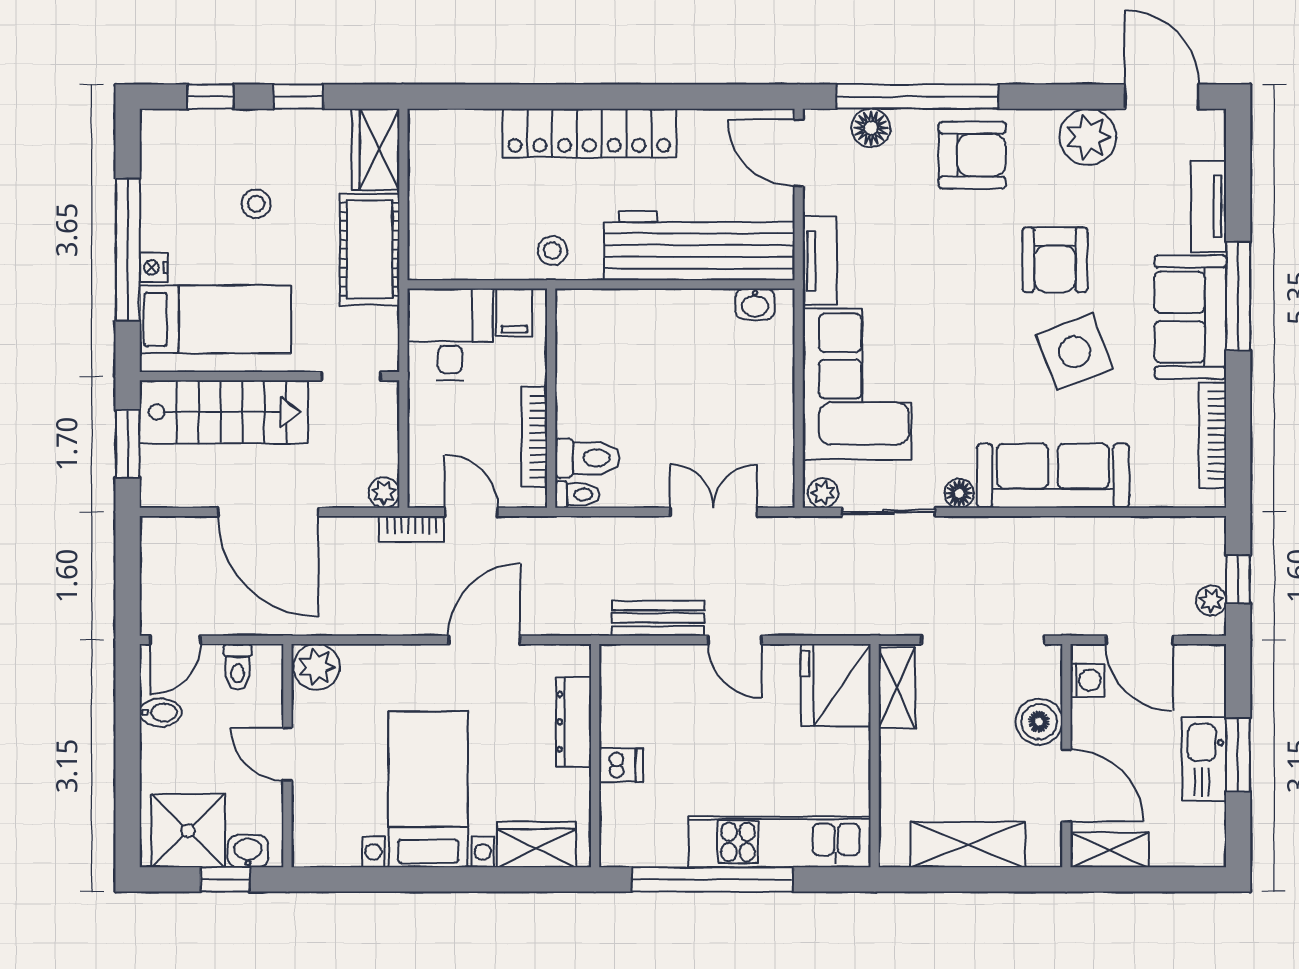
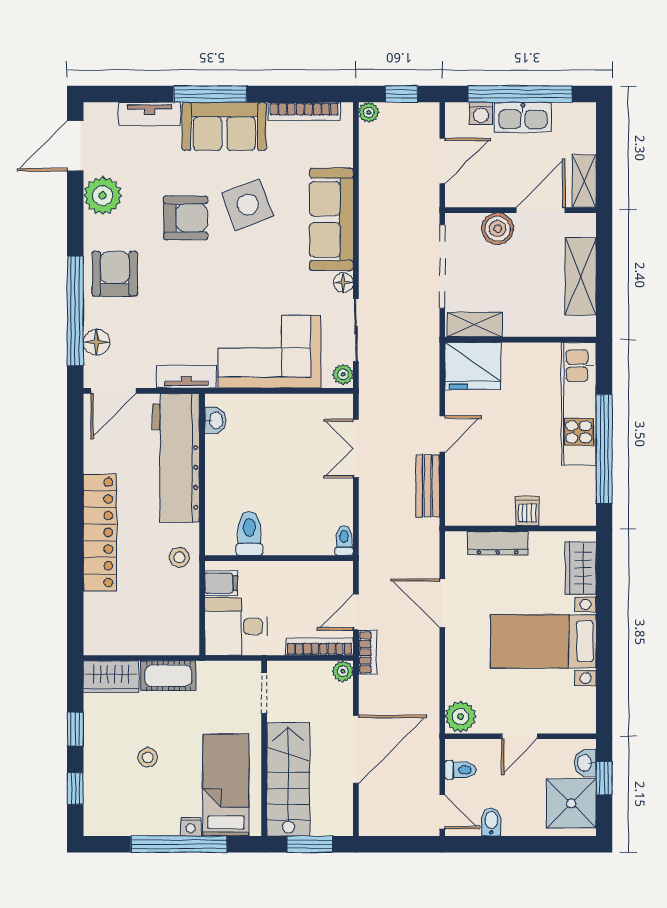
cot: (370, 249) -> (168, 676), width x0.73, depth x0.75
bookcase: (534, 437) -> (319, 647), moved, turned 180
toilet: (588, 458) -> (249, 534), moved
plant: (1211, 600) -> (369, 112), moved
washing machine: (1087, 680) -> (481, 114), moved, turned 180
window: (1238, 755) -> (520, 94), width x2.11

